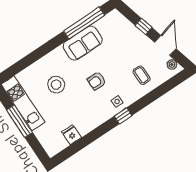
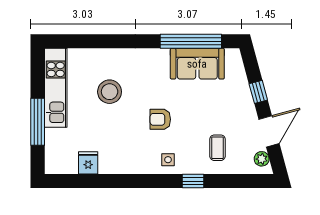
sofa: (83, 43) -> (197, 64), moved
window: (123, 116) -> (193, 181), moved
window: (19, 121) -> (38, 122), moved

